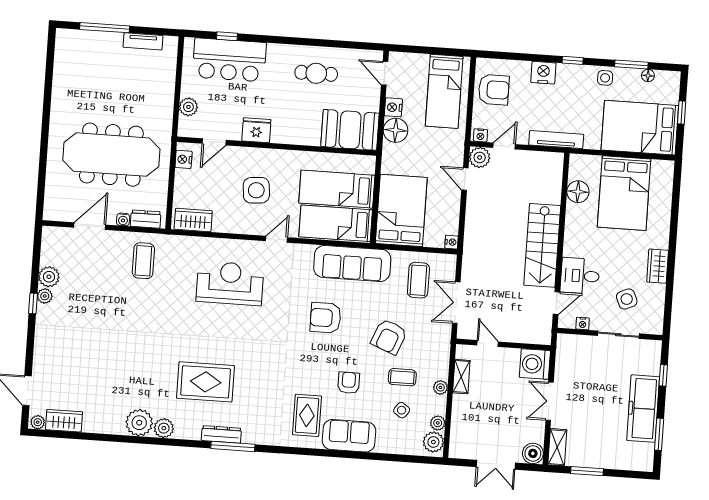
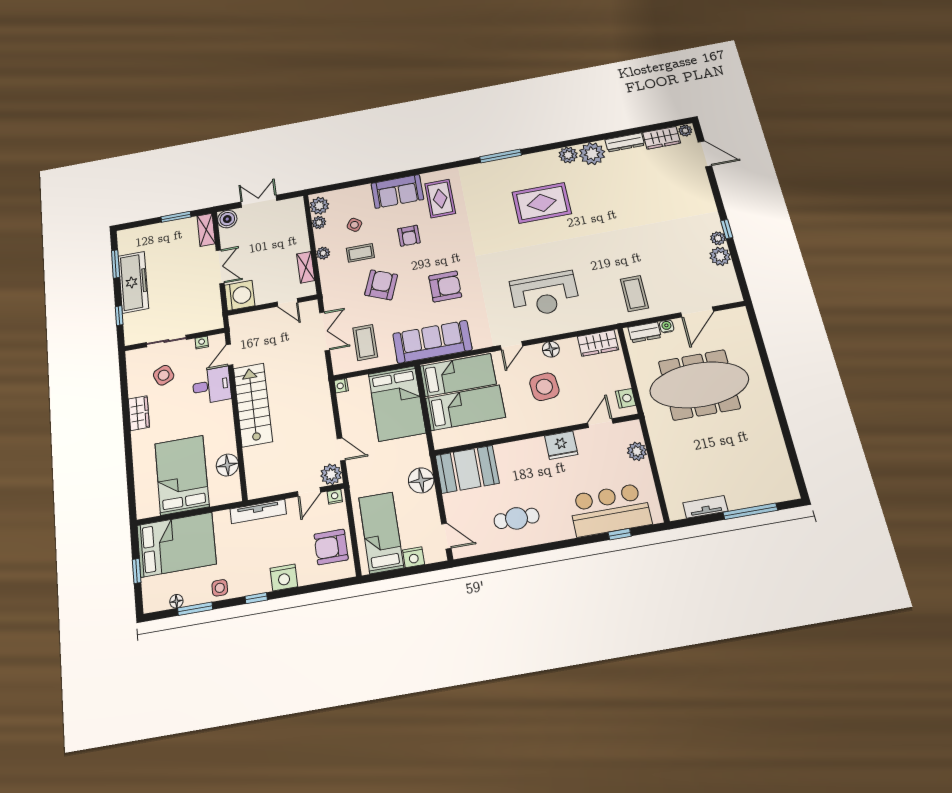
nightstand: (393, 107) -> (414, 557), moved, turned 90
floor lamp: (240, 226) -> (551, 349), added
dresser: (221, 434) -> (625, 142), moved

